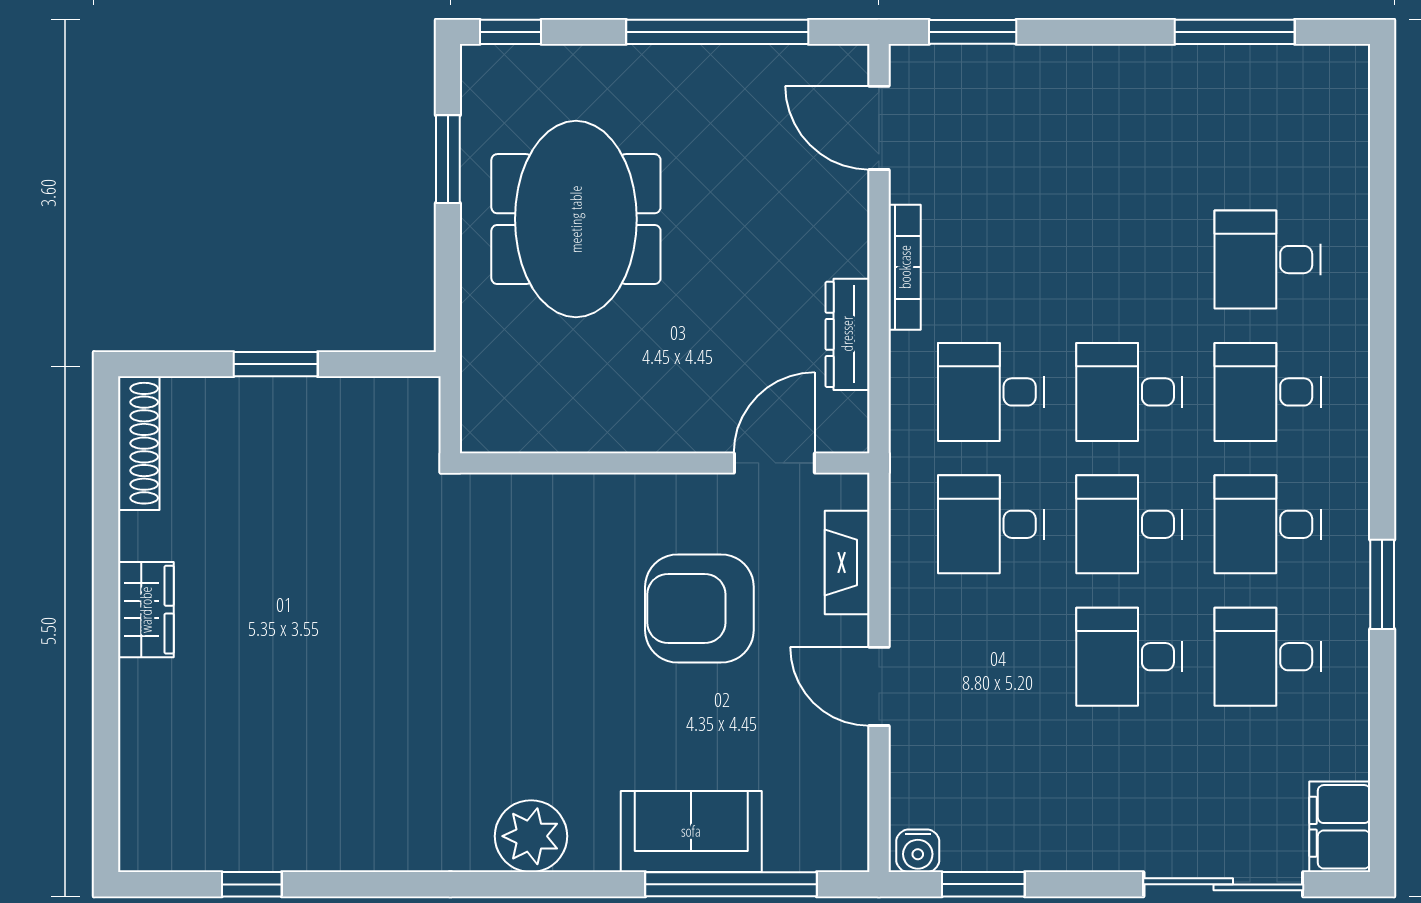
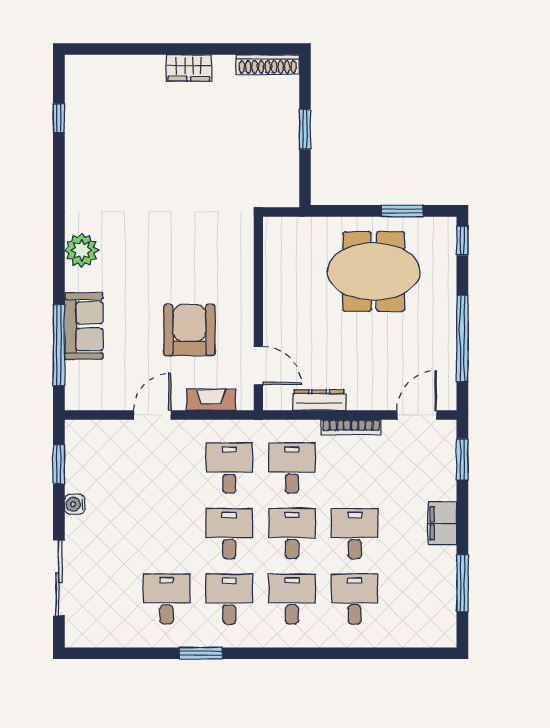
desk: (1129, 657) -> (355, 534), moved
filing cabinet: (1340, 827) -> (442, 523), moved, turned -90
water cooler: (918, 851) -> (75, 504), moved

